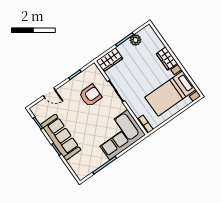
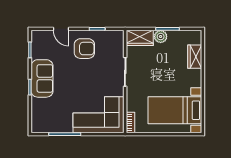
plant: (136, 40) -> (161, 37), moved
wardrobe: (167, 58) -> (195, 57), moved
armchair: (90, 95) -> (84, 49), moved
sofa: (61, 137) -> (42, 78), width x0.73

